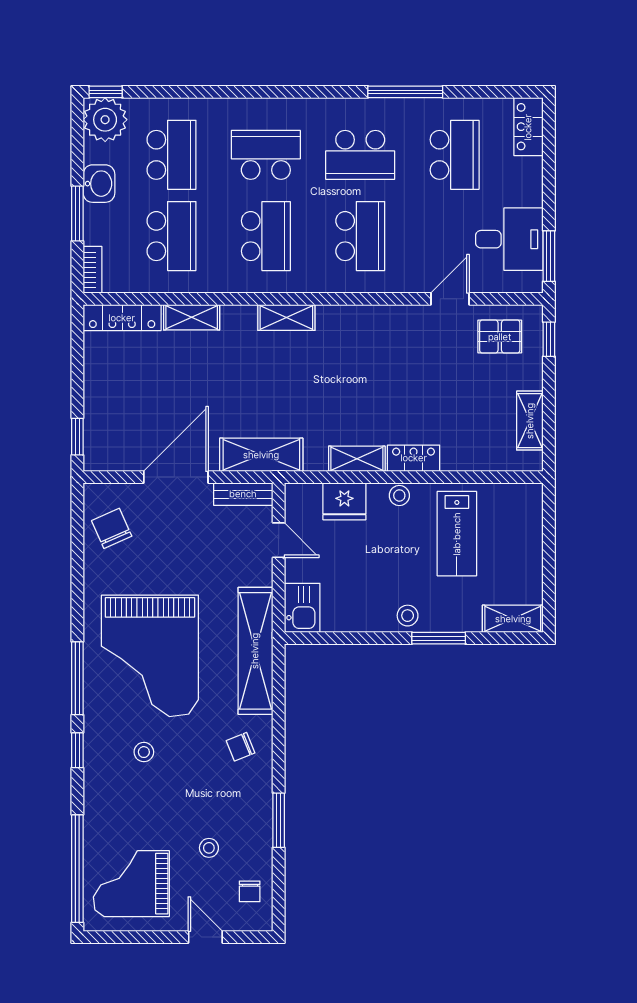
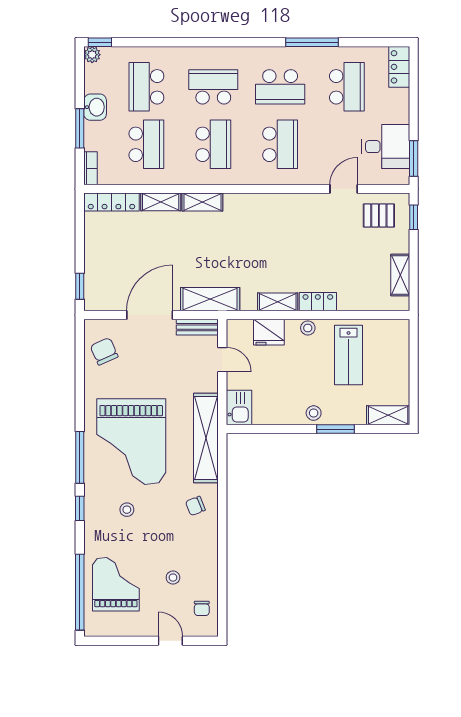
plant: (105, 120) -> (92, 55), width x0.53, depth x0.53
school desk: (171, 155) -> (146, 87), turned 180
shelving: (286, 318) -> (202, 202), moved
window: (279, 820) -> (222, 558), removed
grand piano: (131, 884) -> (116, 584), moved, turned 90

